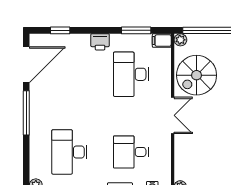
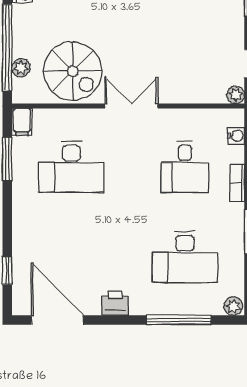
plant: (180, 40) -> (21, 68), moved
printer: (100, 42) -> (115, 303), moved, turned -90
window: (26, 113) -> (179, 320), moved

